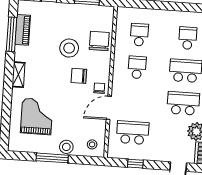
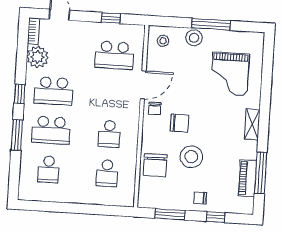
chair: (62, 14) -> (200, 198), added

